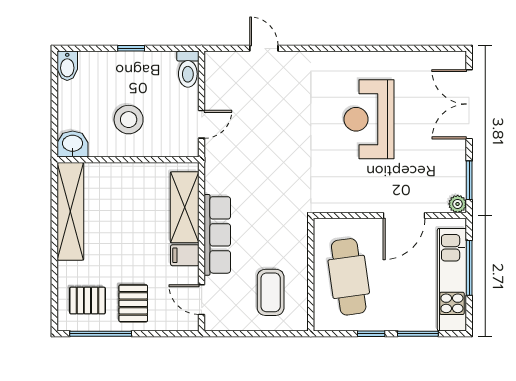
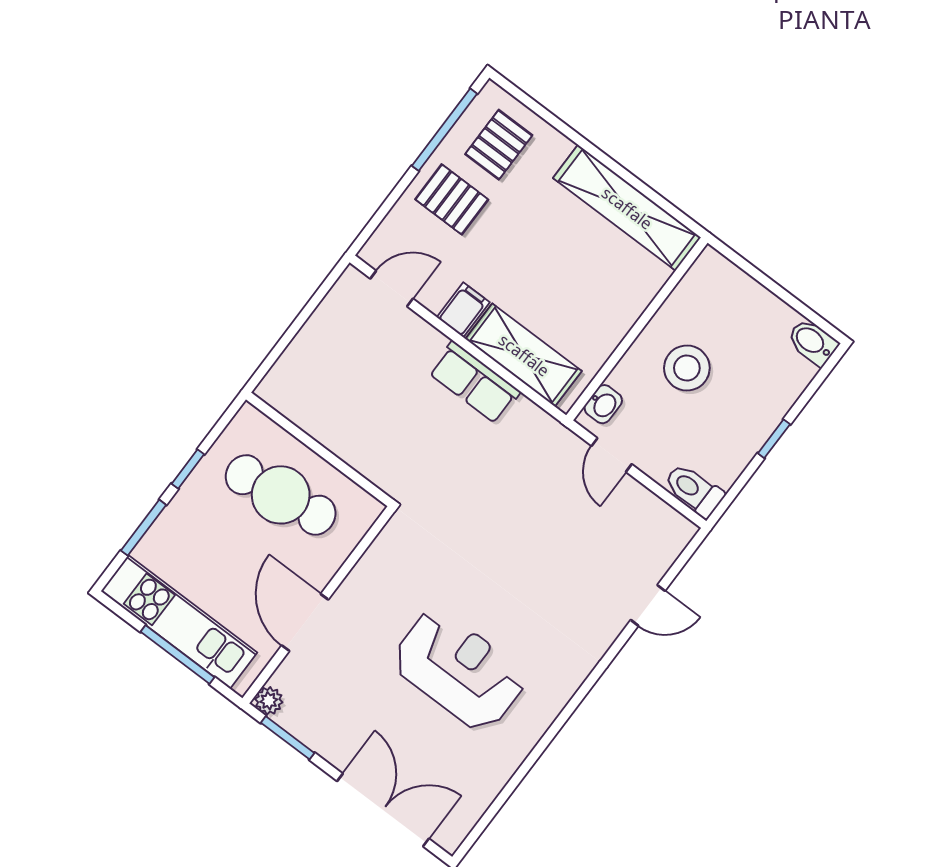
washbasin: (73, 144) -> (603, 404), moved, width x0.72, depth x0.69
row of seats: (217, 235) -> (474, 382), width x0.68
coffee table: (271, 292) -> (335, 382), removed

